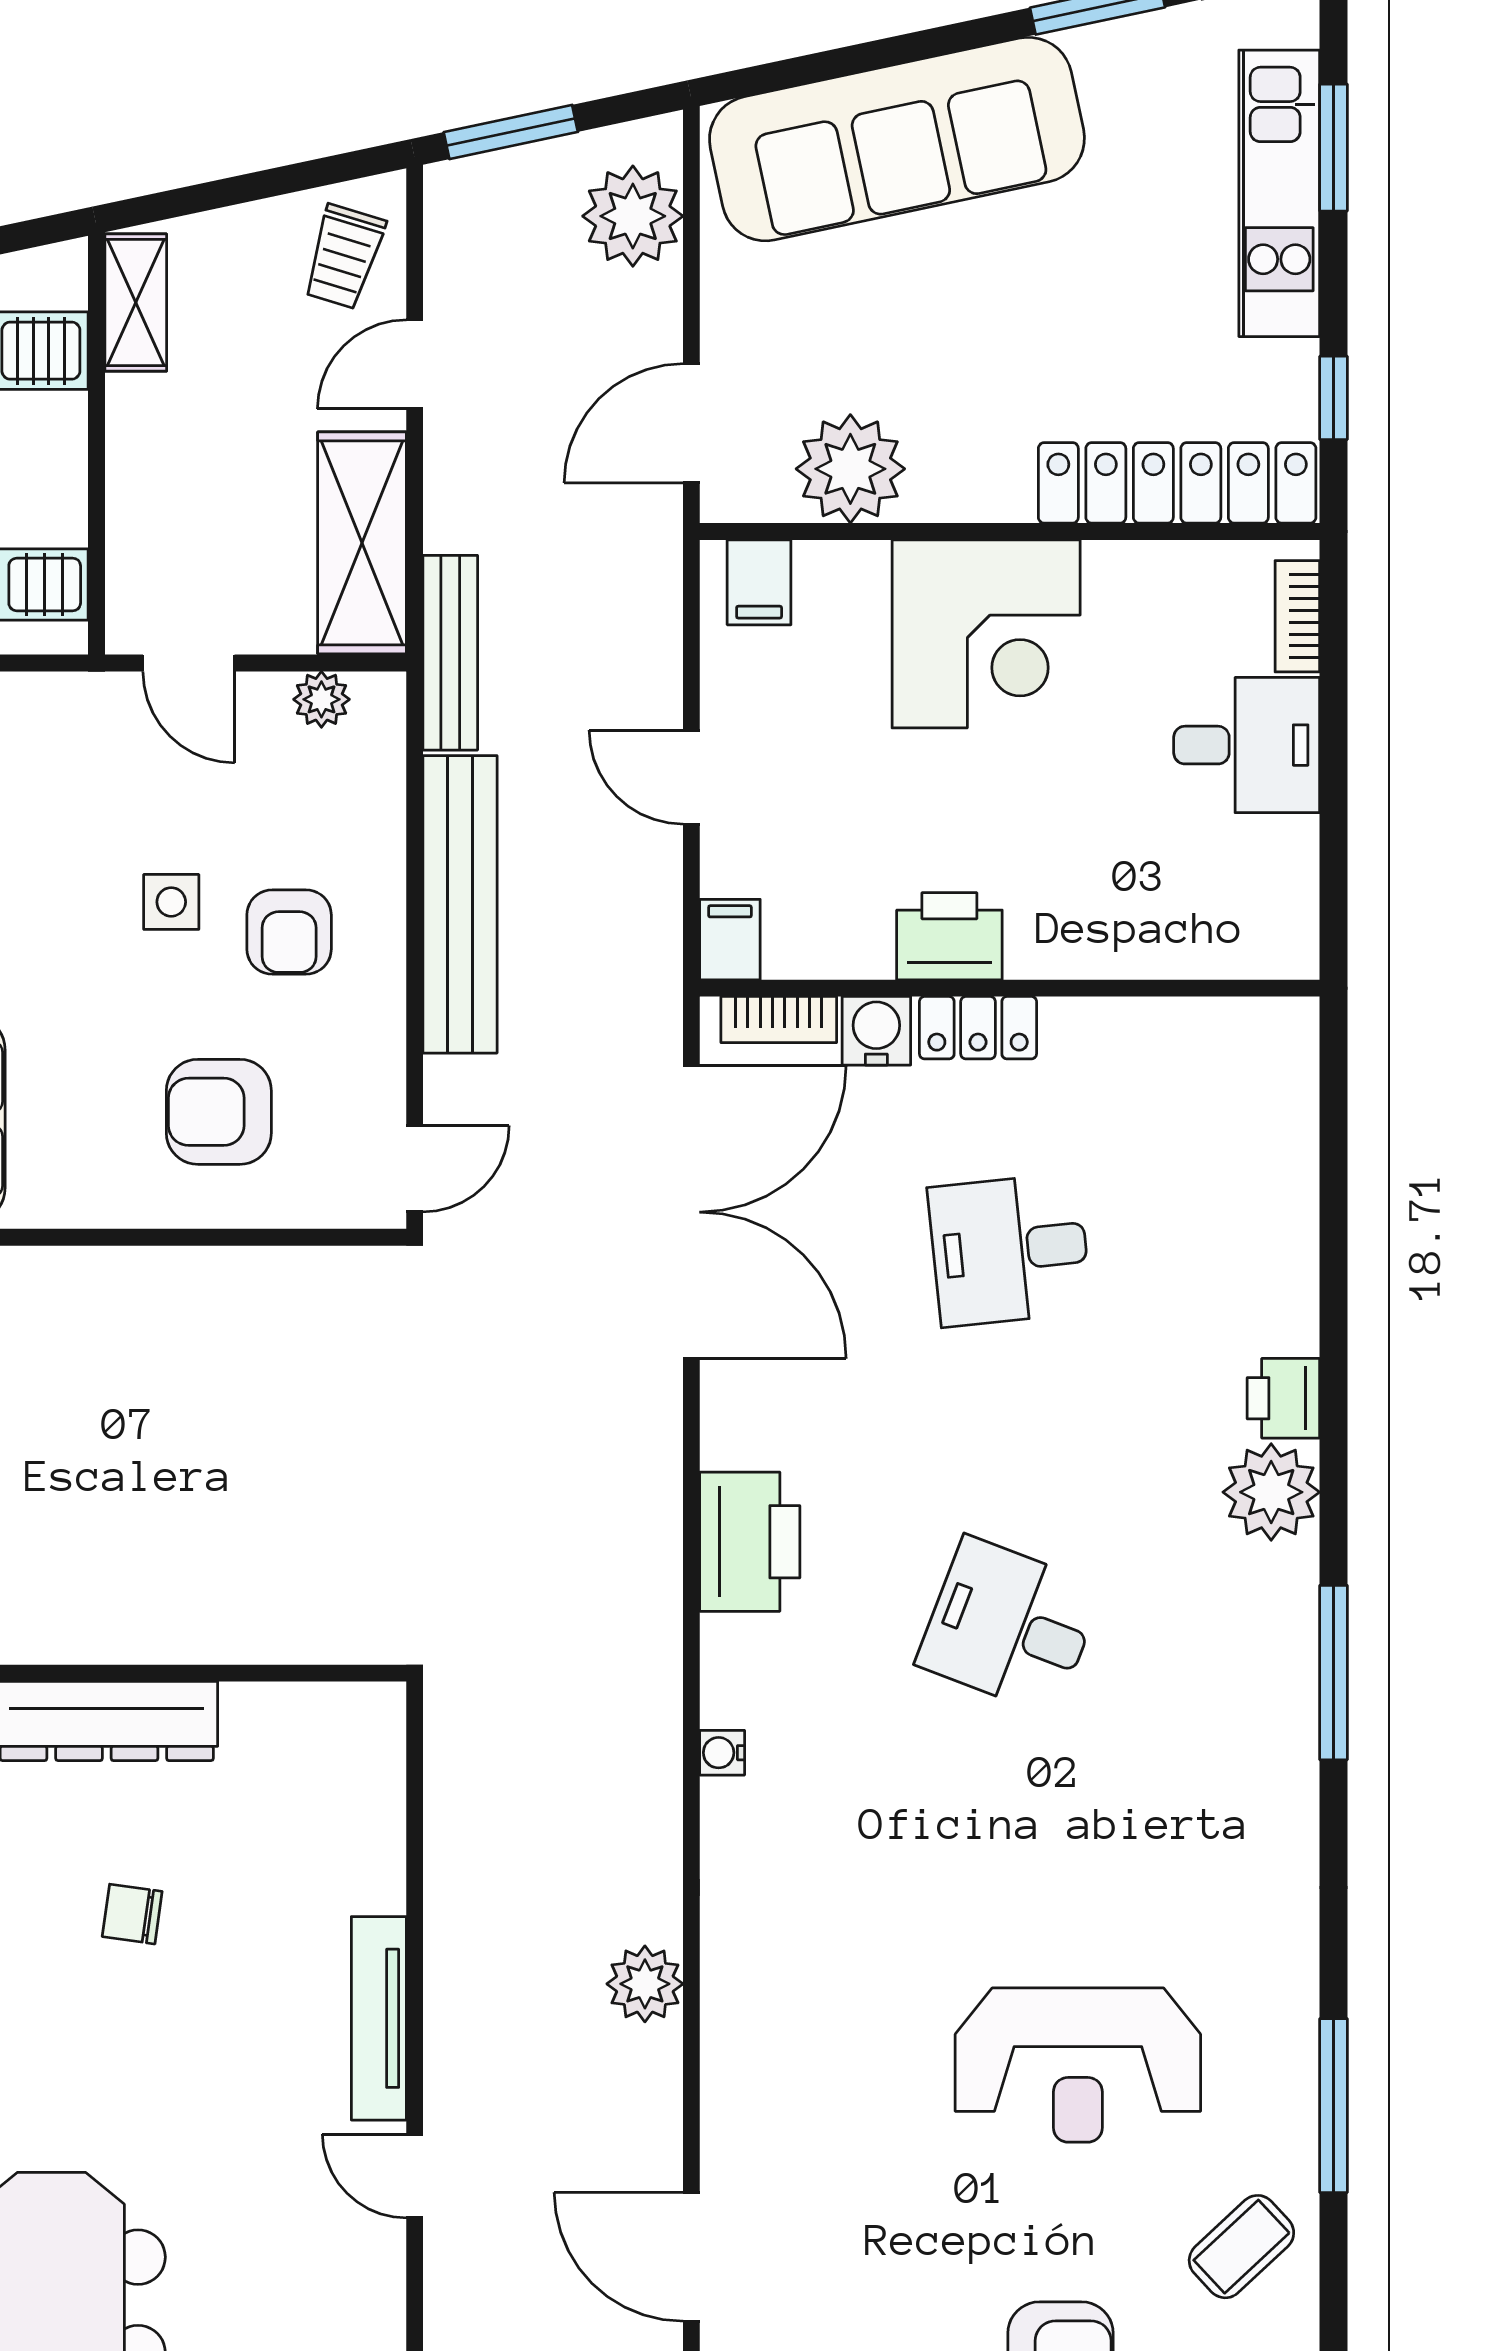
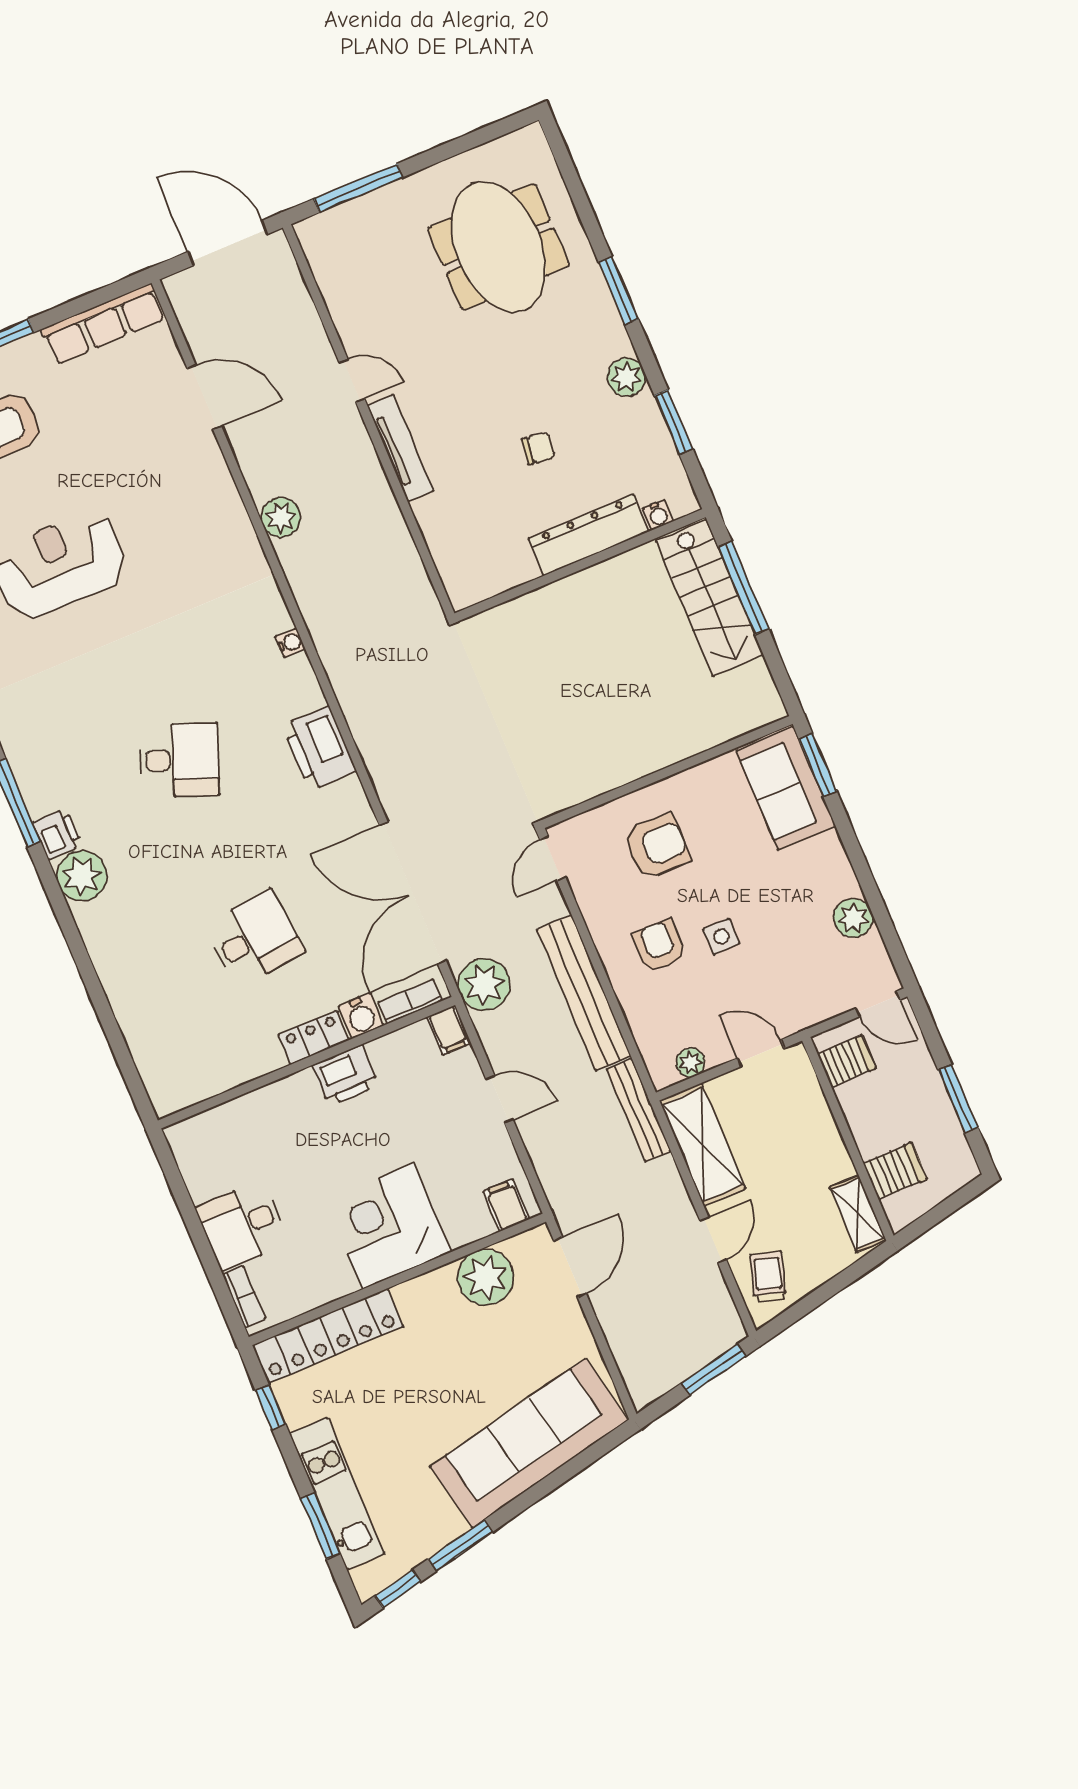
plant: (633, 216) -> (484, 985), moved
printer: (1283, 1398) -> (57, 834), moved

